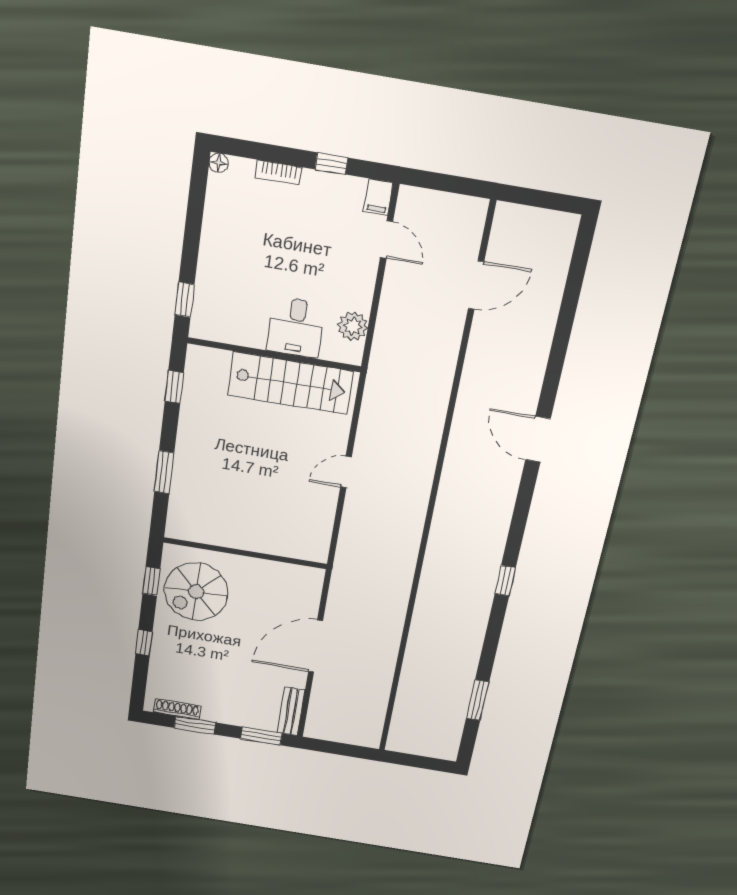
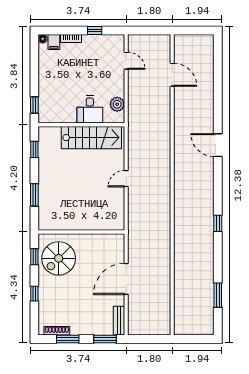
filing cabinet: (378, 197) -> (54, 42), moved
door: (476, 285) -> (172, 75), hinge flipped

